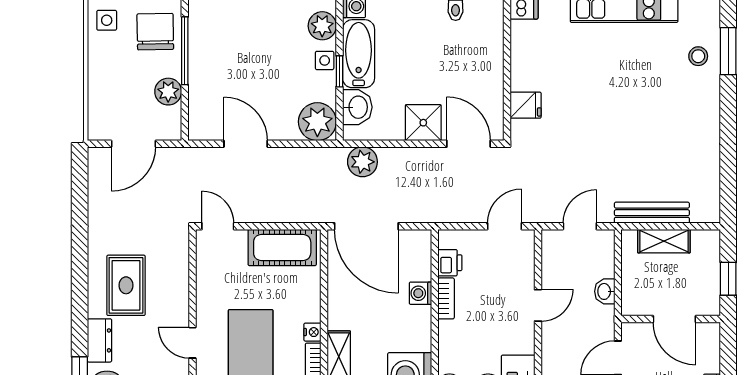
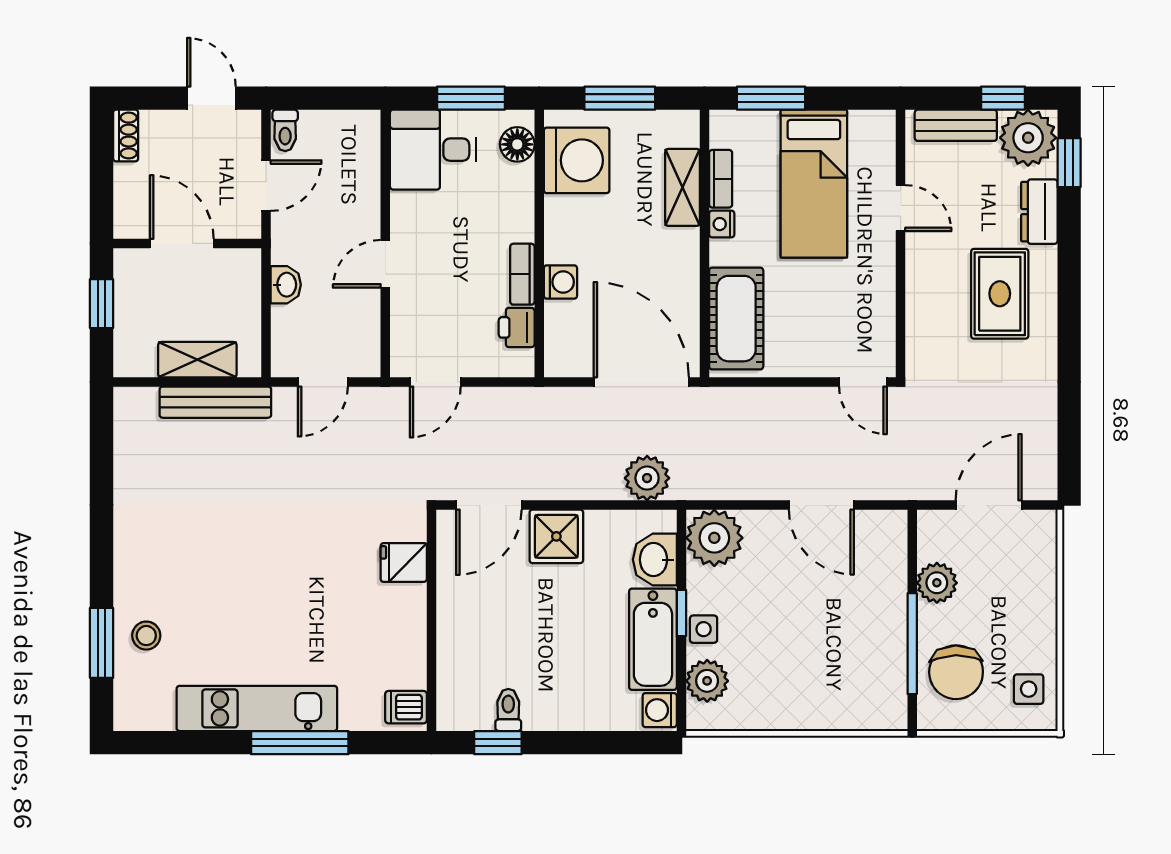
door: (469, 144) -> (489, 505), hinge flipped
cot: (282, 247) -> (736, 319), moved, turned 90

